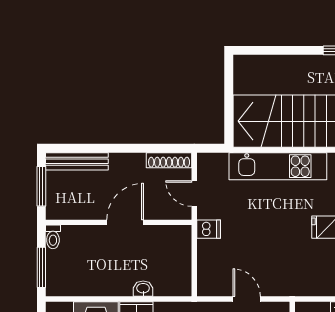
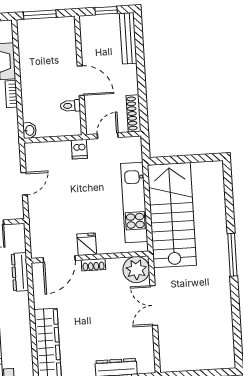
window: (41, 186) -> (106, 10), width x0.67
toilet: (53, 237) -> (70, 106), moved
washbasin: (143, 289) -> (29, 130), moved

